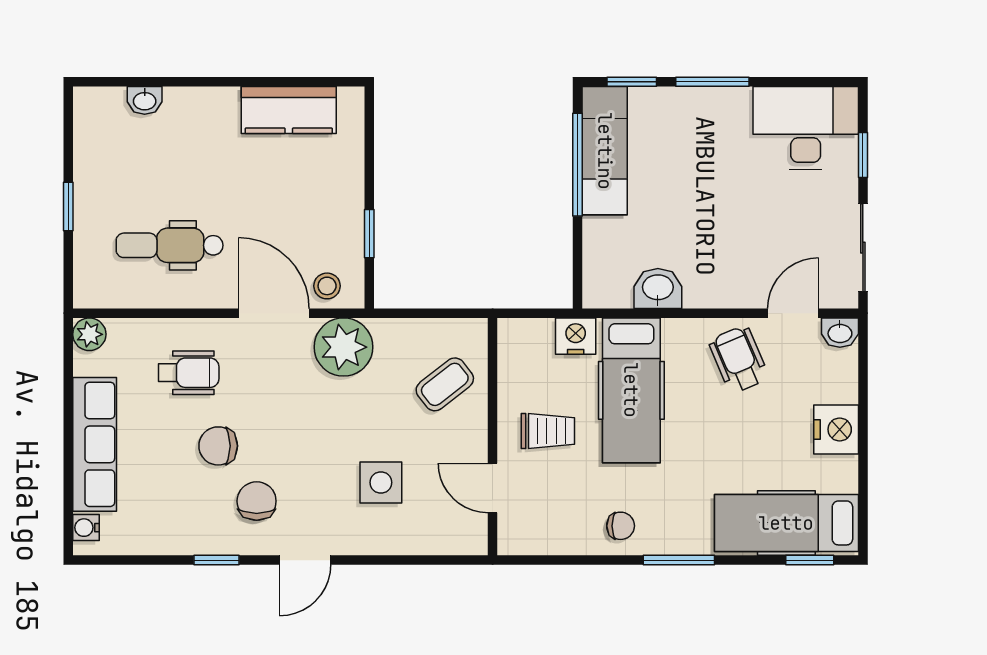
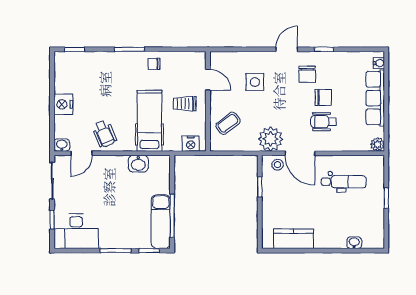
nightstand: (576, 336) -> (191, 144), moved
wheelchair: (189, 373) -> (324, 122), moved
hospital bed: (786, 523) -> (84, 65), removed

